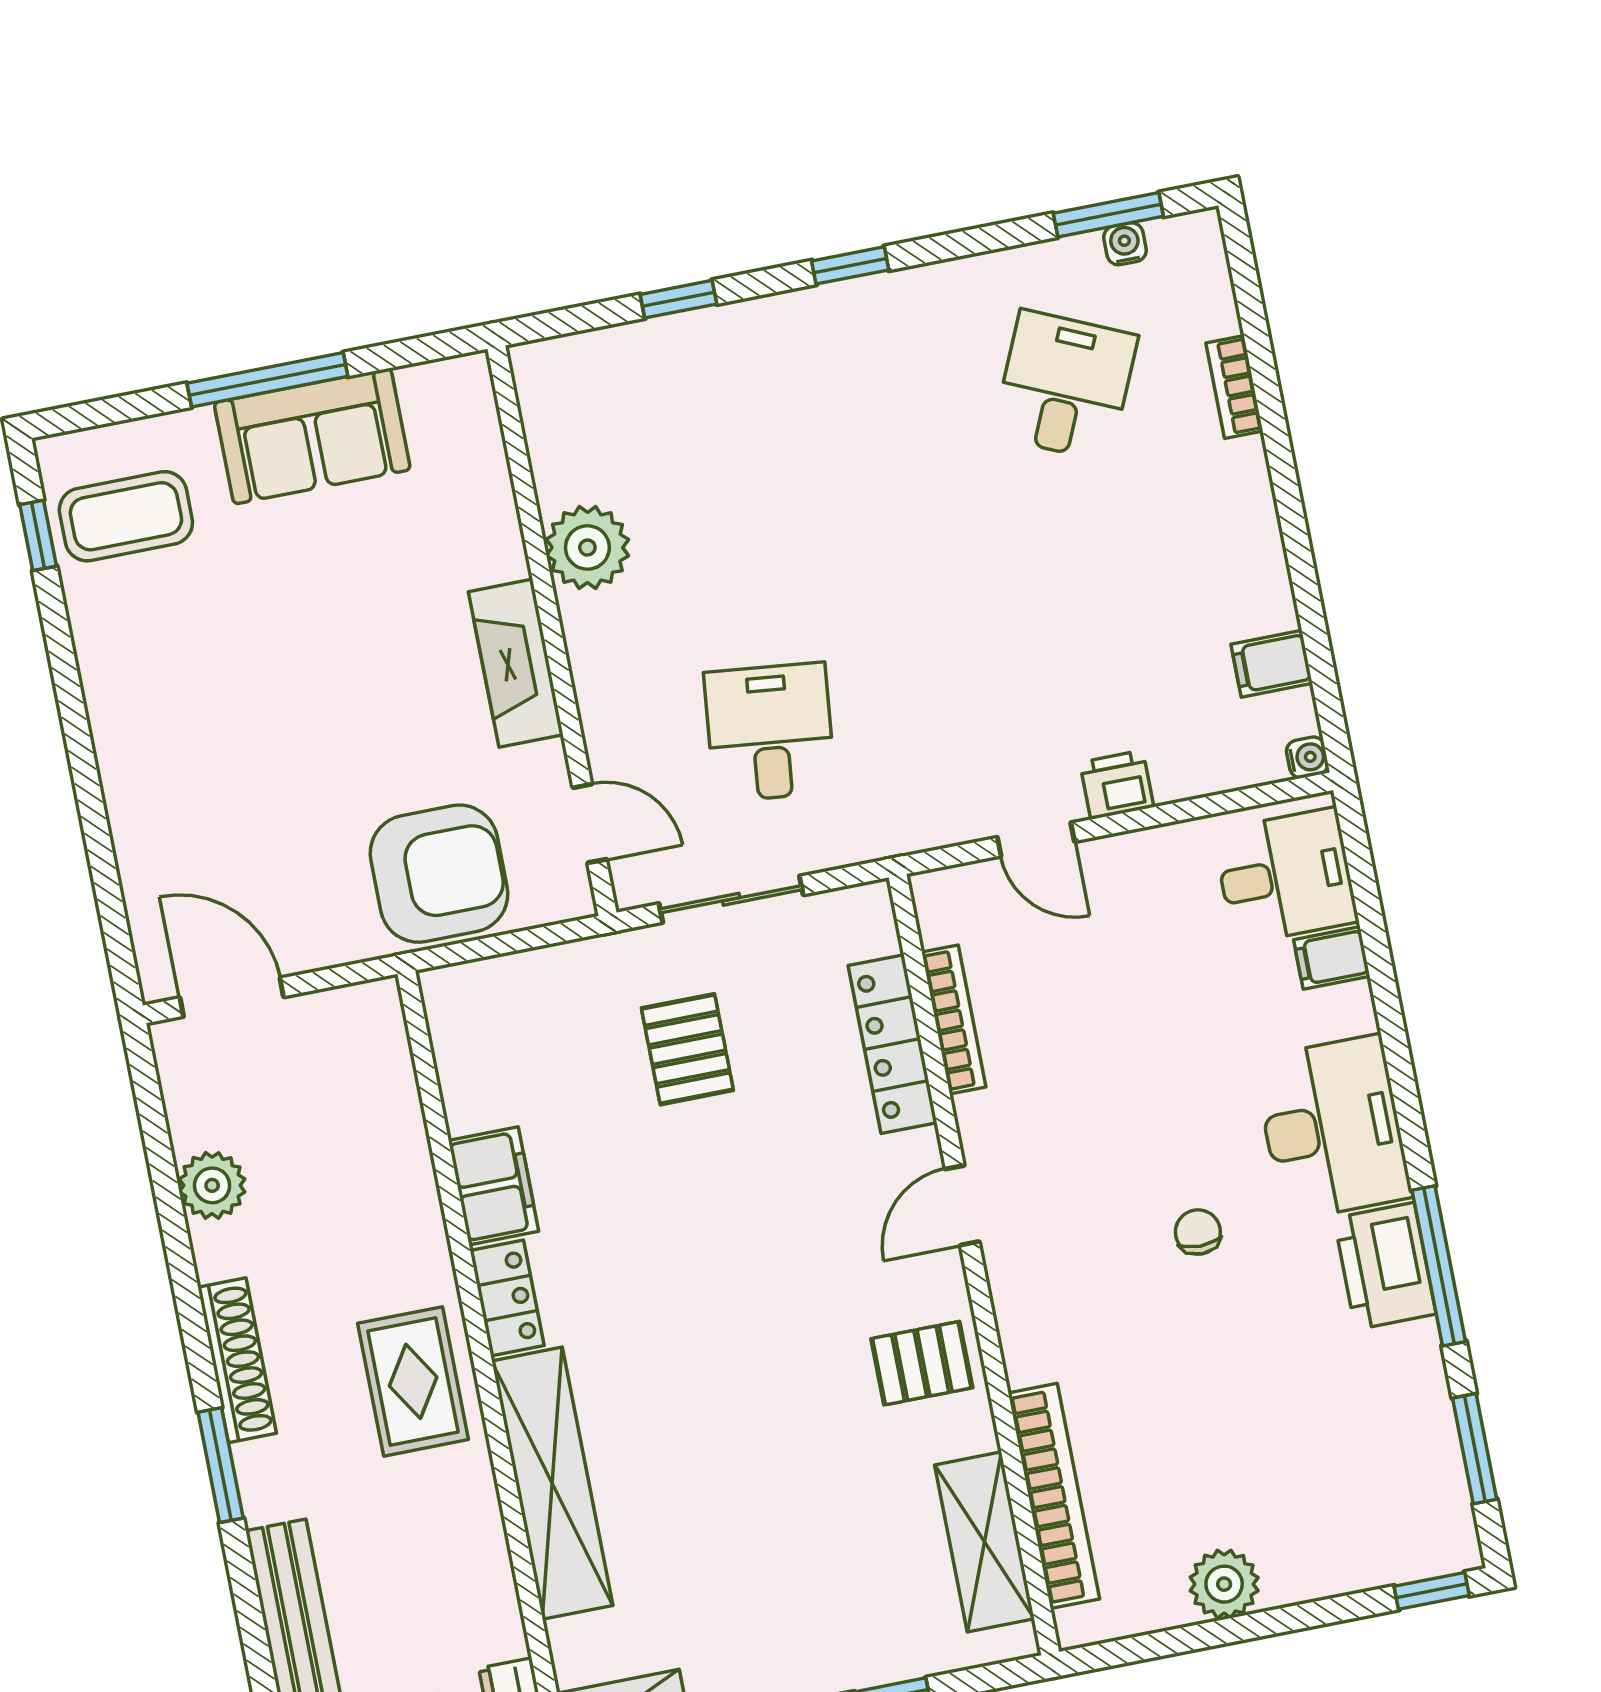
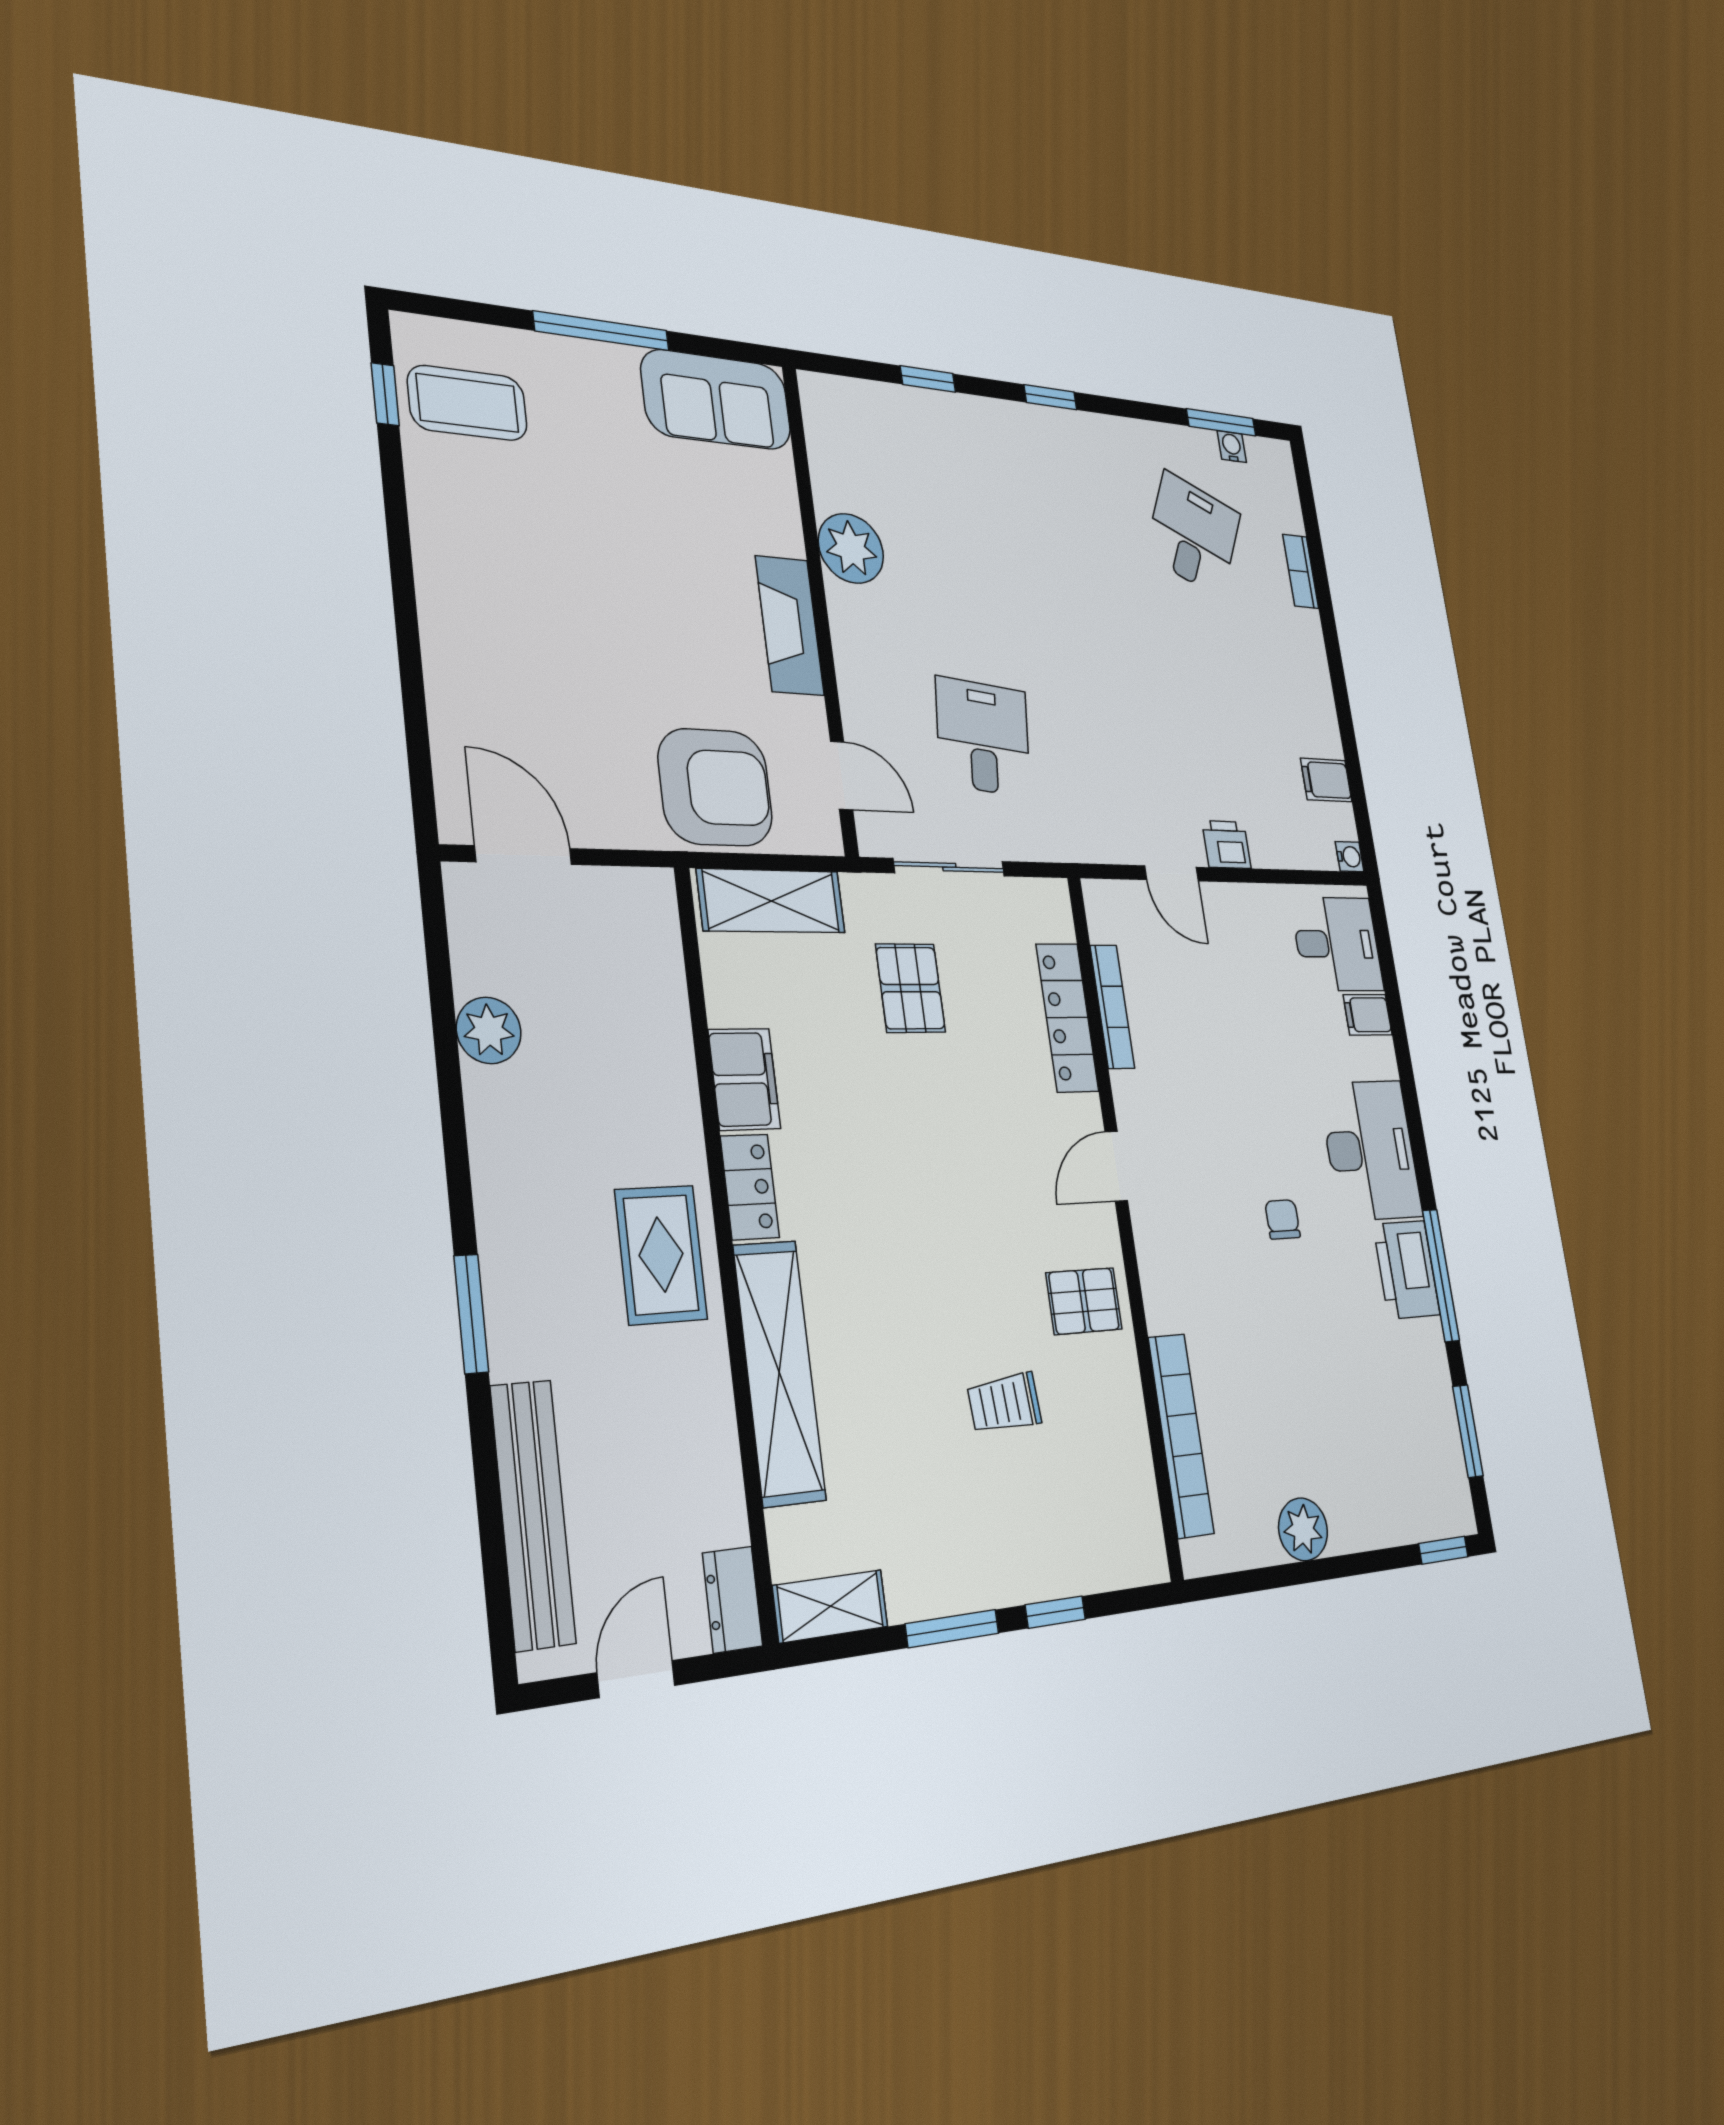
sofa: (312, 436) -> (716, 400), moved
shoe rack: (237, 1360) -> (497, 1208), removed
trolley: (822, 1485) -> (1004, 1403), added
shelving: (984, 1542) -> (771, 901), moved, turned 90

